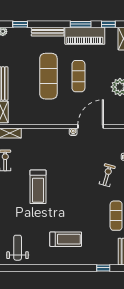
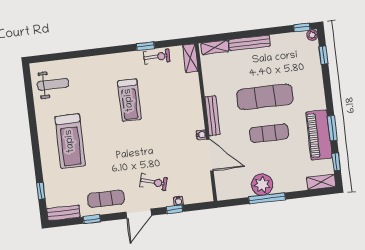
bench: (48, 32) -> (212, 116), moved
treadmill: (38, 187) -> (129, 100), turned -90
treadmill: (66, 239) -> (70, 141), width x1.37, depth x1.38

